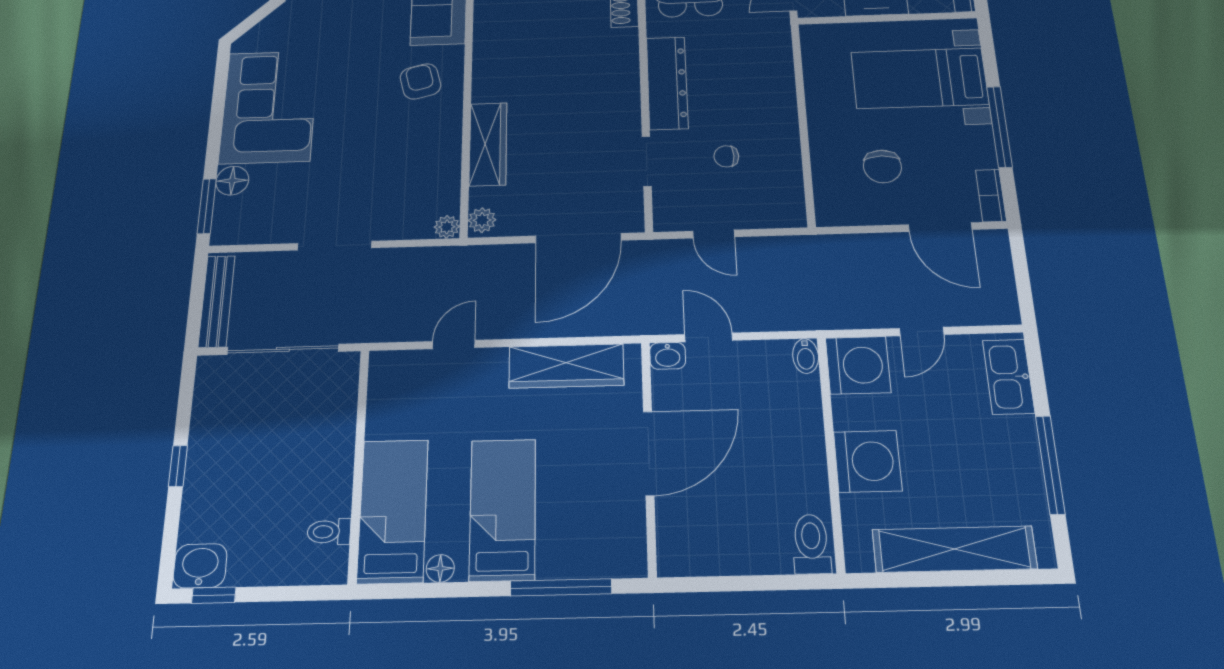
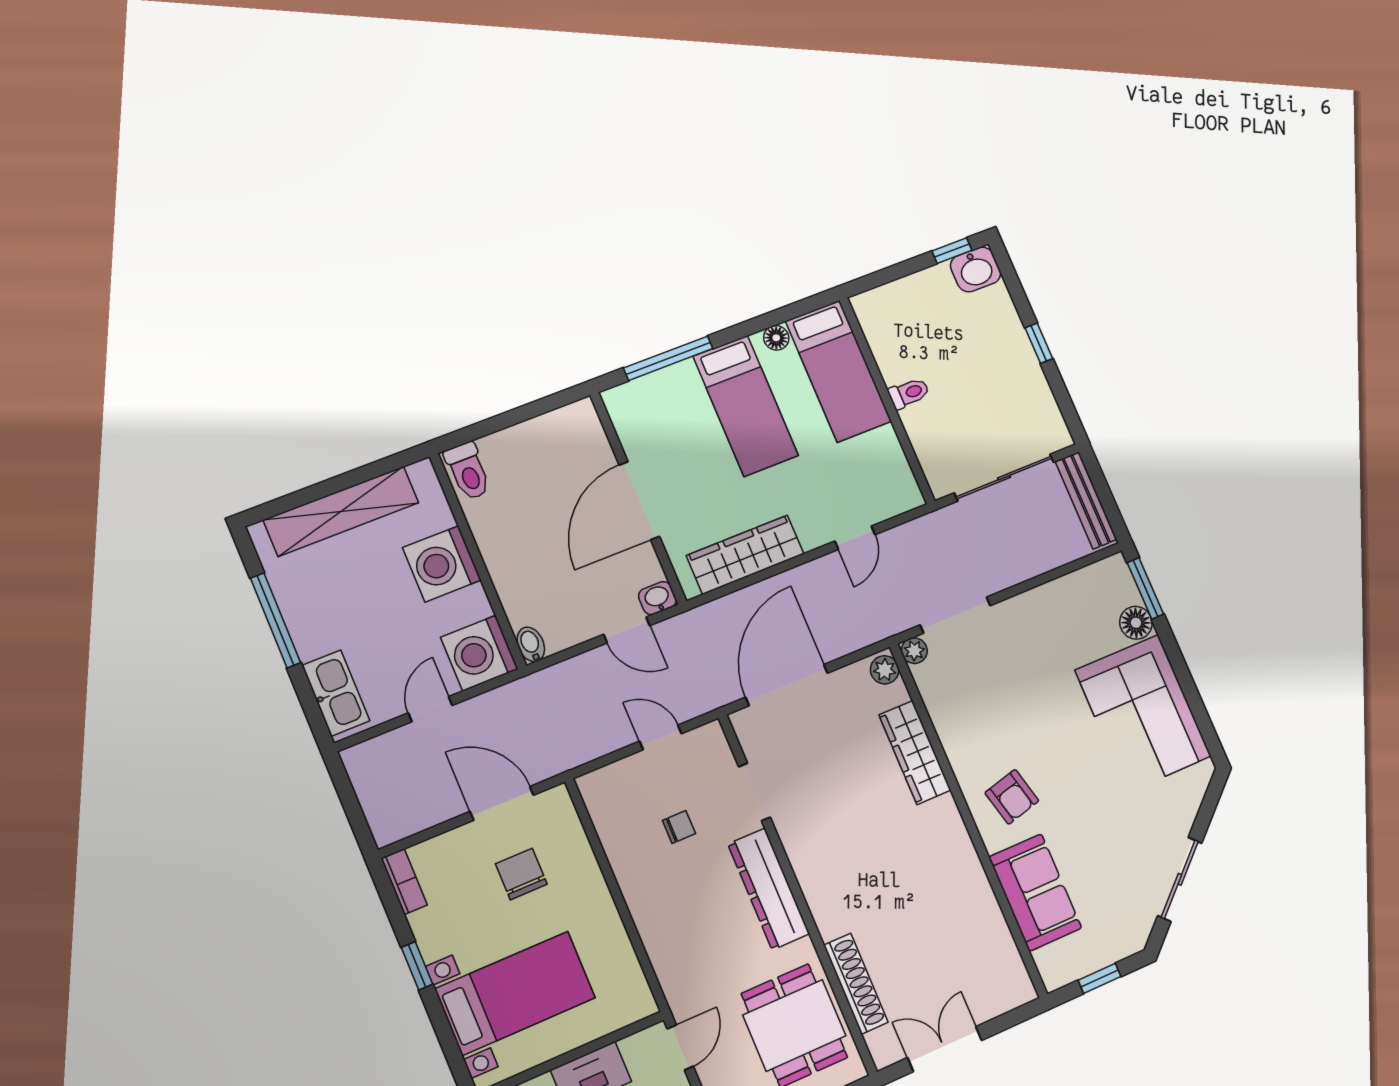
window: (999, 127) -> (417, 966), width x0.46
door: (940, 227) -> (502, 803), moved
doorway: (334, 246) -> (955, 615), moved
toilet: (329, 532) -> (909, 393), moved

